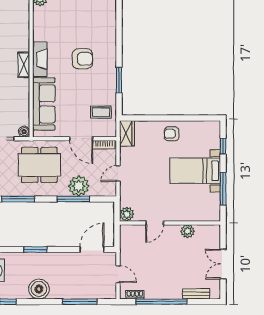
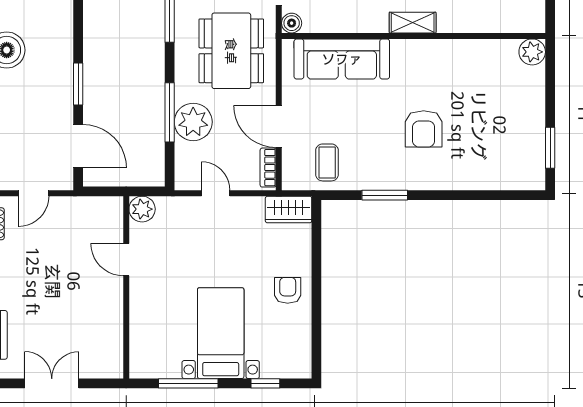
fireplace: (40, 59) -> (423, 52), removed
door: (81, 139) -> (279, 126), hinge flipped
plant: (188, 231) -> (111, 319), removed
window: (35, 250) -> (78, 84), moved

